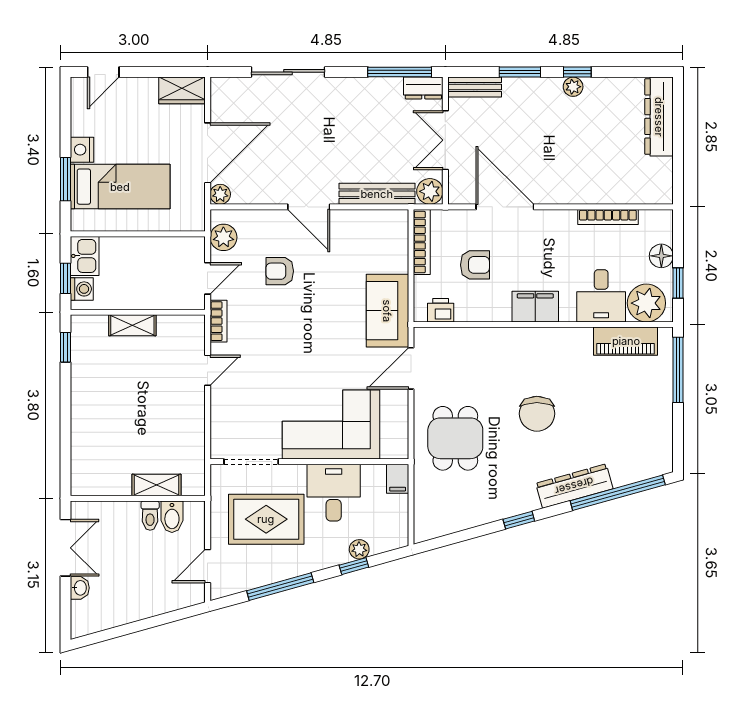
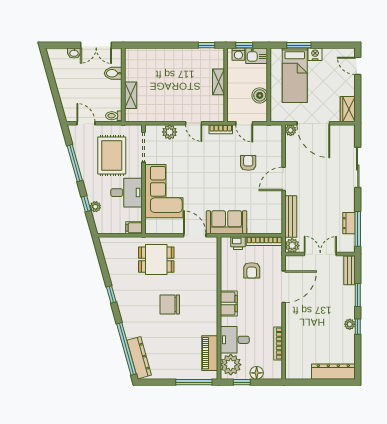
dresser: (423, 88) -> (349, 223), moved
plant: (223, 237) -> (170, 132), moved
boiler: (157, 250) -> (260, 95), added
printer: (441, 310) -> (238, 243), moved, turned 90
dresser: (574, 486) -> (139, 358), moved
toilet: (150, 516) -> (114, 116), moved
bidet: (172, 517) -> (113, 73), moved

